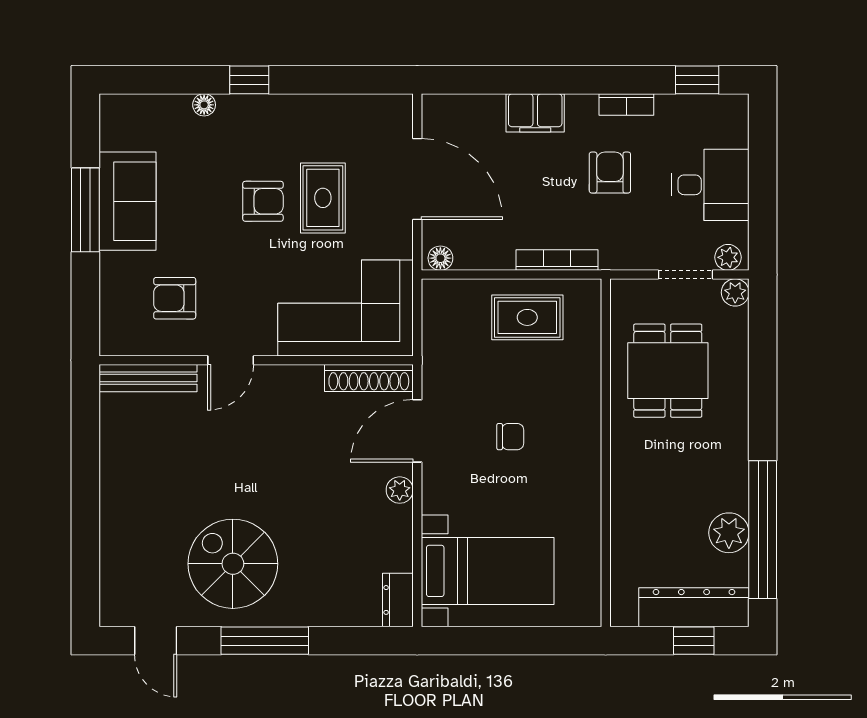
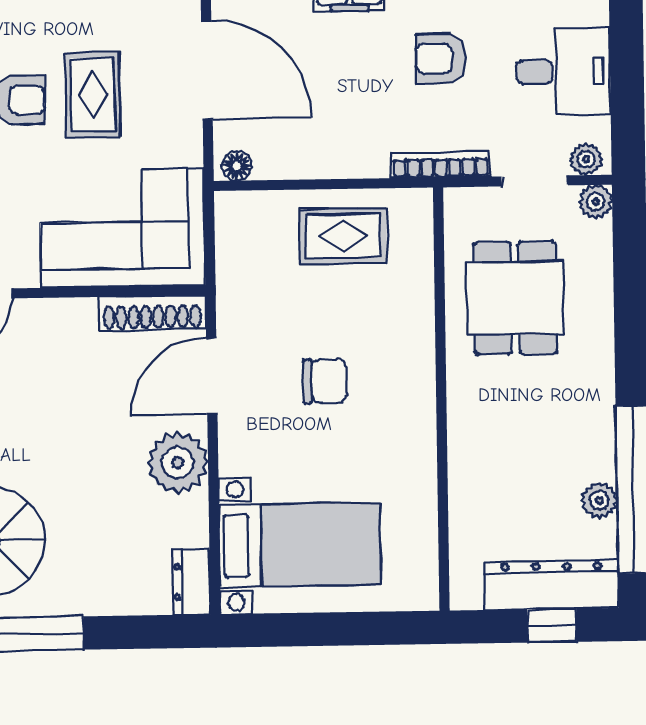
armchair: (610, 173) -> (441, 58), turned -90
bookcase: (557, 260) -> (441, 165), moved
chair: (510, 437) -> (325, 381), width x1.37, depth x1.37
plant: (400, 490) -> (178, 463), width x1.87, depth x1.87
plant: (729, 533) -> (599, 500), width x0.73, depth x0.73

